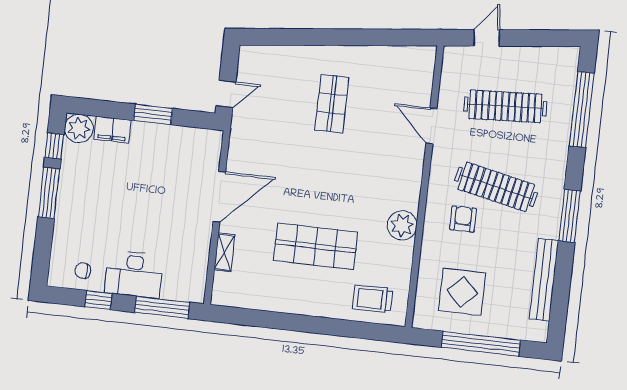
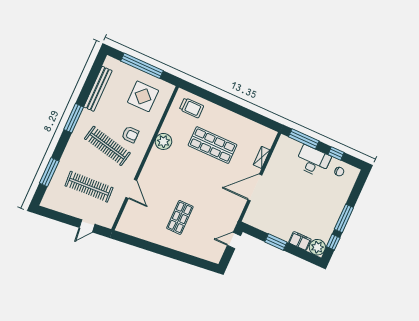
window: (582, 109) -> (49, 172), width x0.68
armchair: (463, 219) -> (130, 134), turned -90

